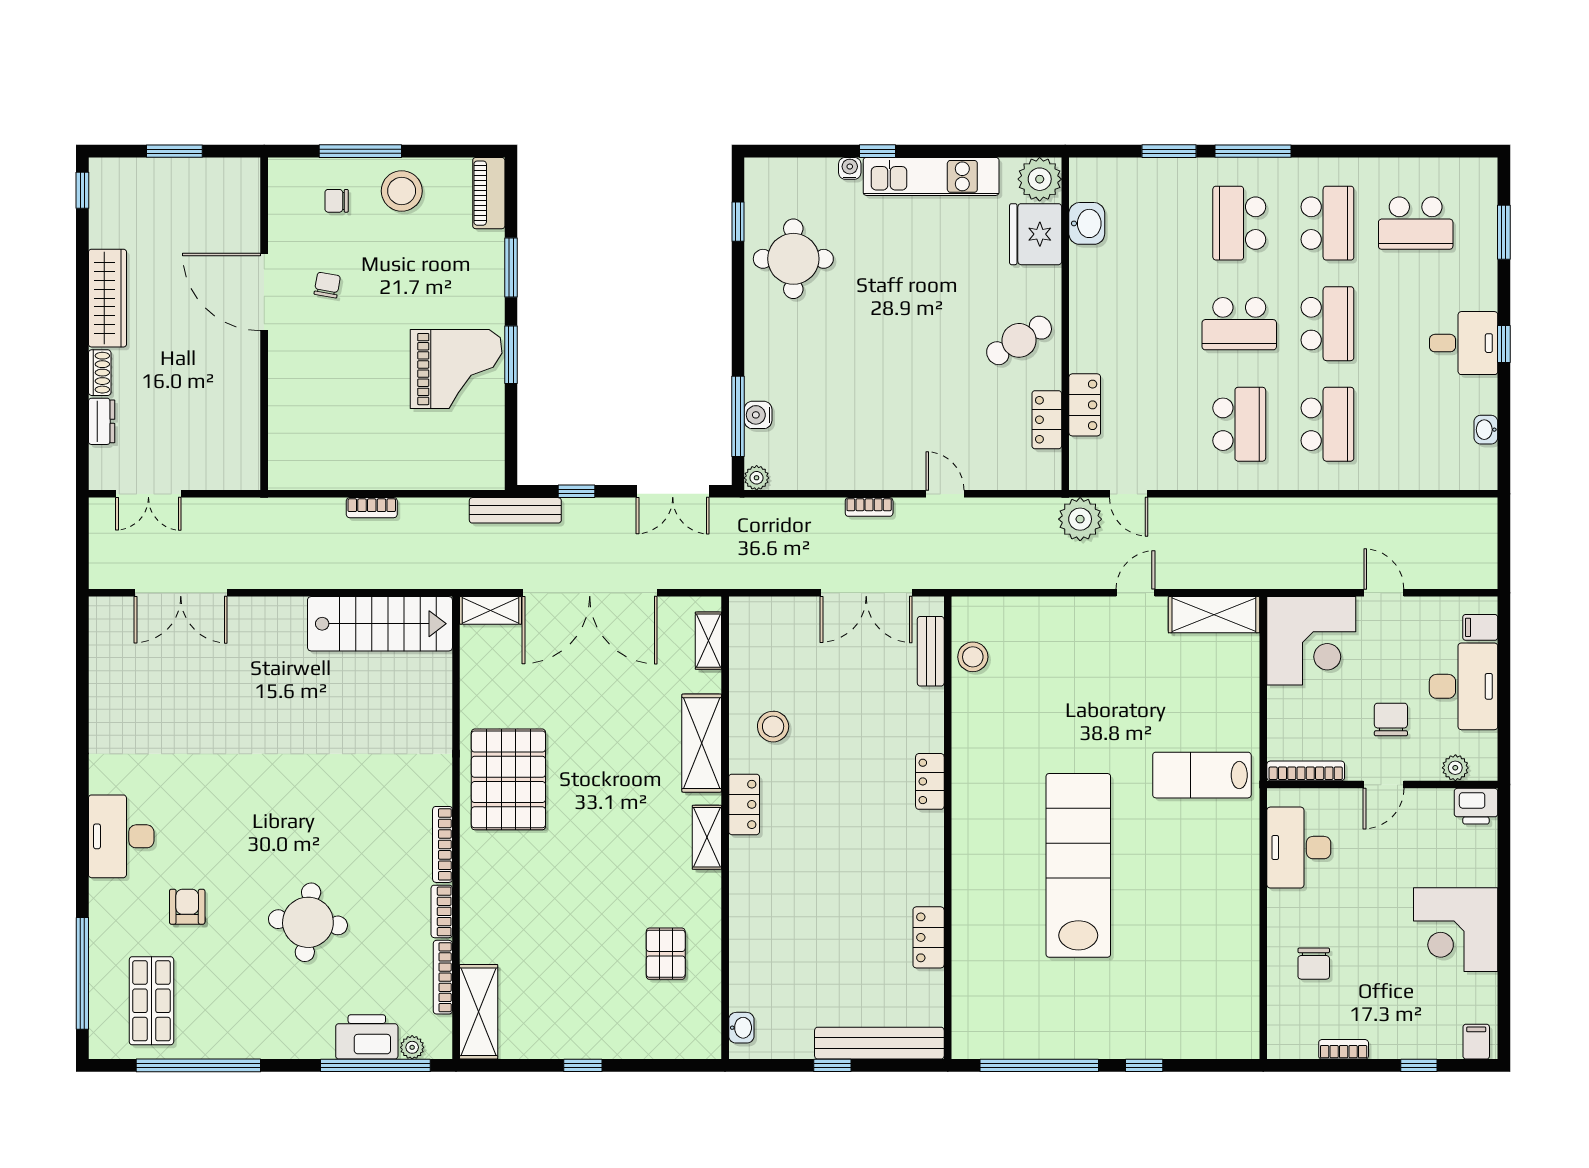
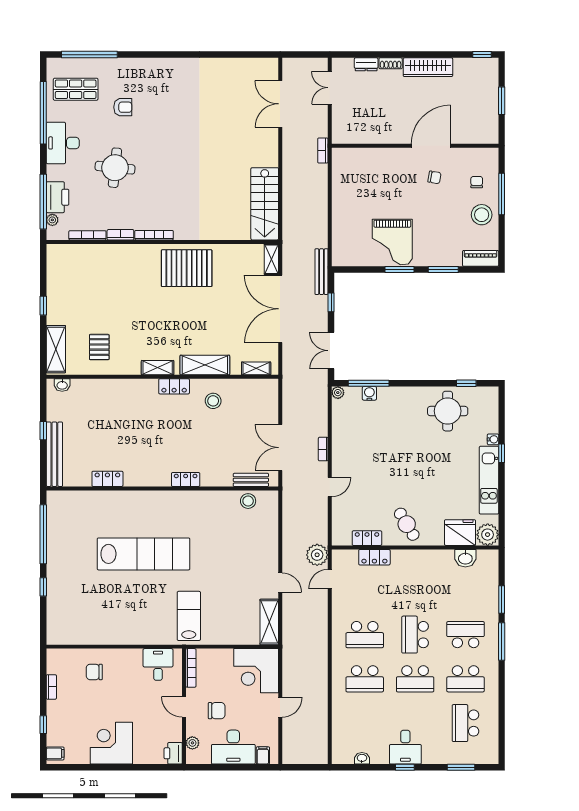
bookcase: (372, 508) -> (323, 150), moved
desk: (121, 836) -> (63, 143), moved, turned -90
desk: (1299, 848) -> (158, 664), width x0.73
pallet: (666, 954) -> (99, 347), turned 90
shelving: (479, 1012) -> (56, 349), moved, turned 90

